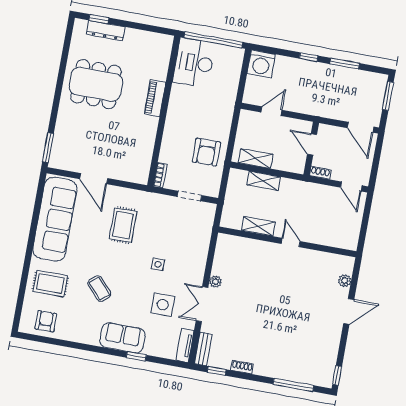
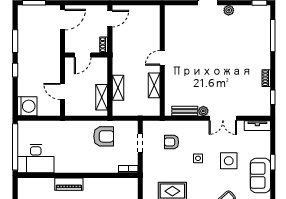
armchair: (184, 235) -> (172, 142), added
plant: (345, 281) -> (229, 10), moved
side table: (163, 305) -> (229, 161), moved
bench: (203, 349) -> (185, 111), moved

